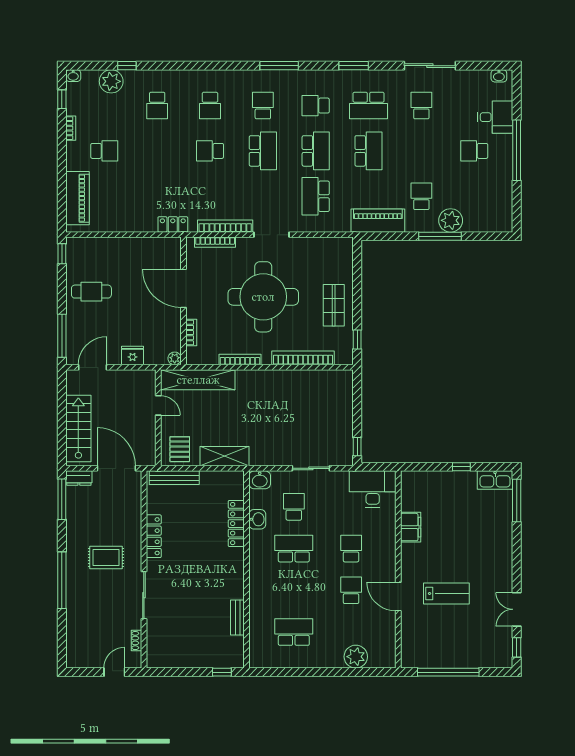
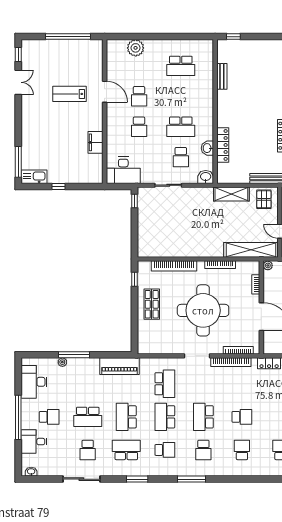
school desk: (421, 196) -> (88, 417), moved, width x1.85
desk: (495, 199) -> (34, 382), added
plant: (451, 220) -> (62, 362), width x0.53, depth x0.53

